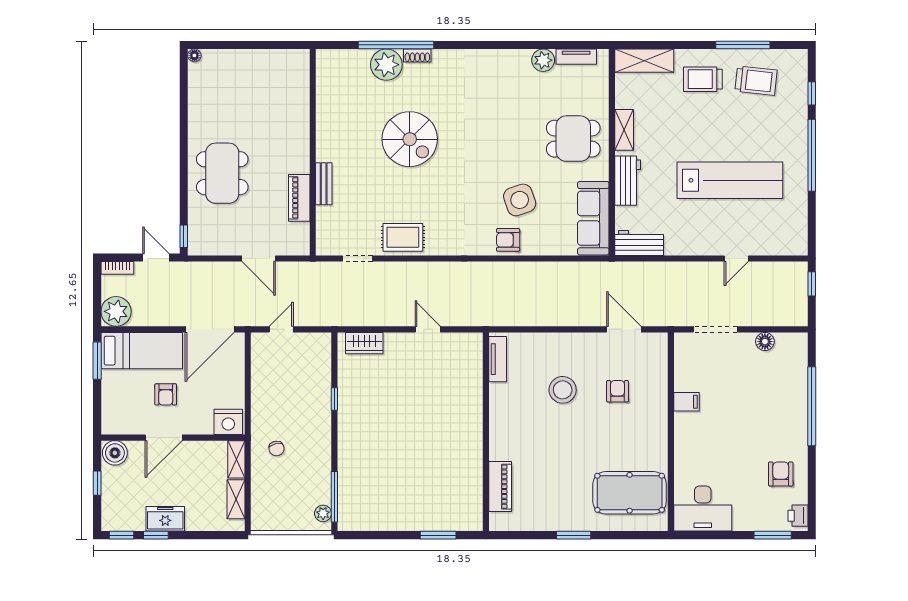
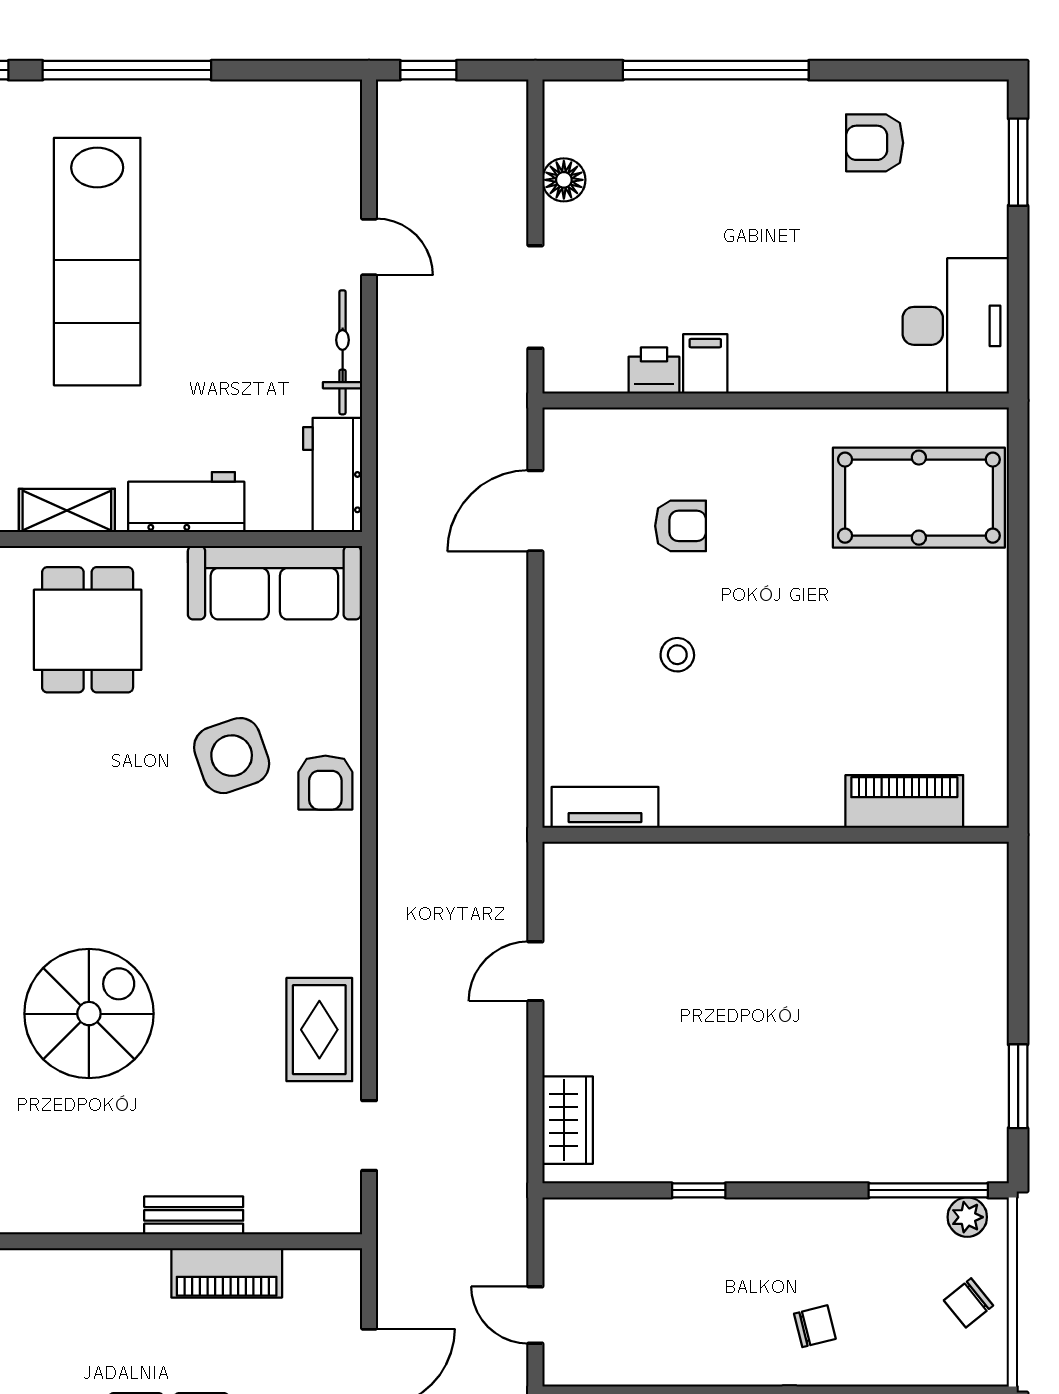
lab bench: (730, 180) -> (97, 262), moved, turned 180
bicycle: (691, 247) -> (343, 352), added
stool: (563, 390) -> (677, 655), width x0.53, depth x0.53
armchair: (618, 391) -> (681, 526), turned 180
pool table: (630, 493) -> (919, 498), turned 90
chair: (286, 514) -> (969, 1303), added
printer: (798, 516) -> (654, 370), moved, turned 180
window: (438, 535) -> (1018, 1086), moved
window: (574, 535) -> (1018, 629), removed

